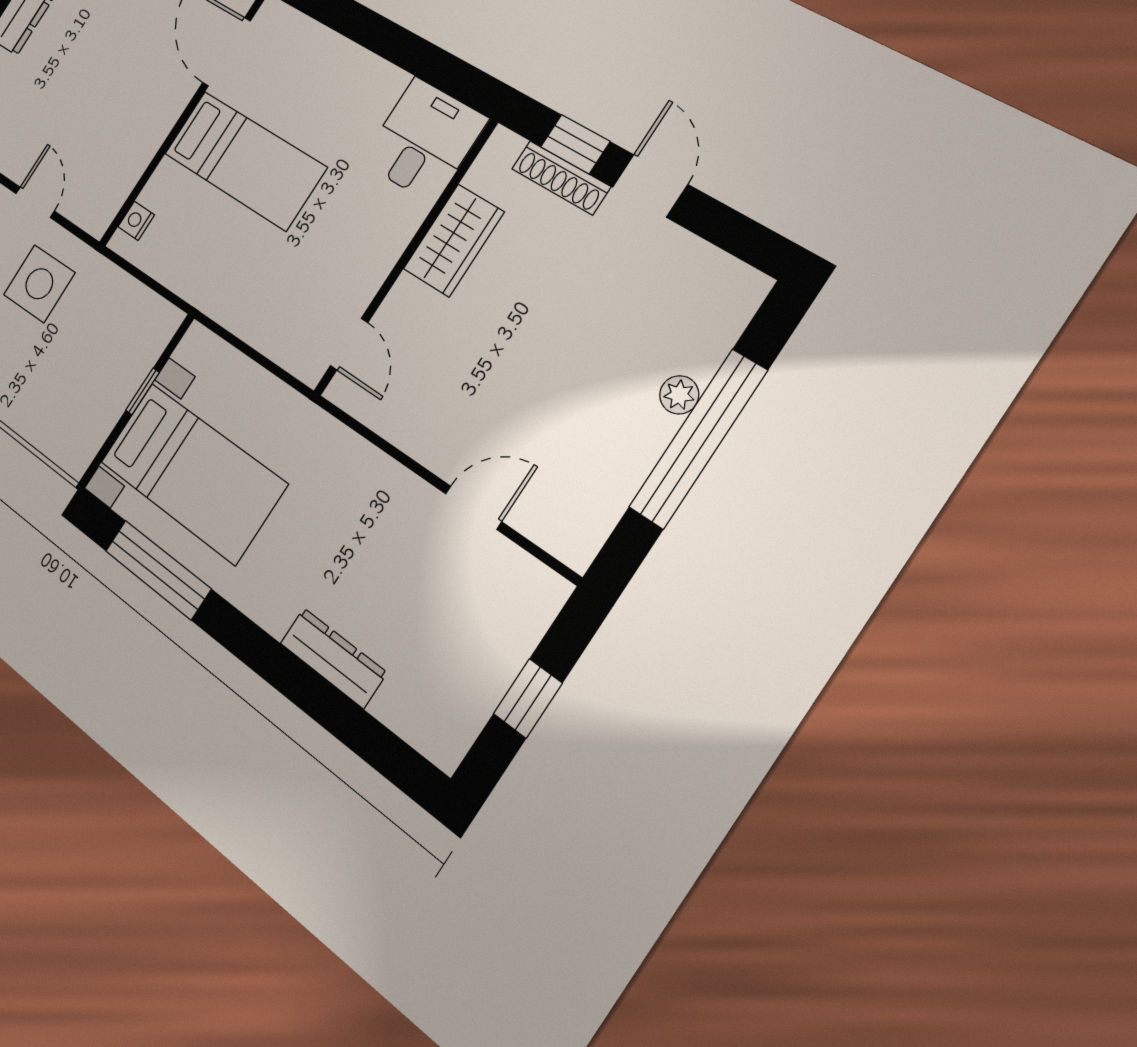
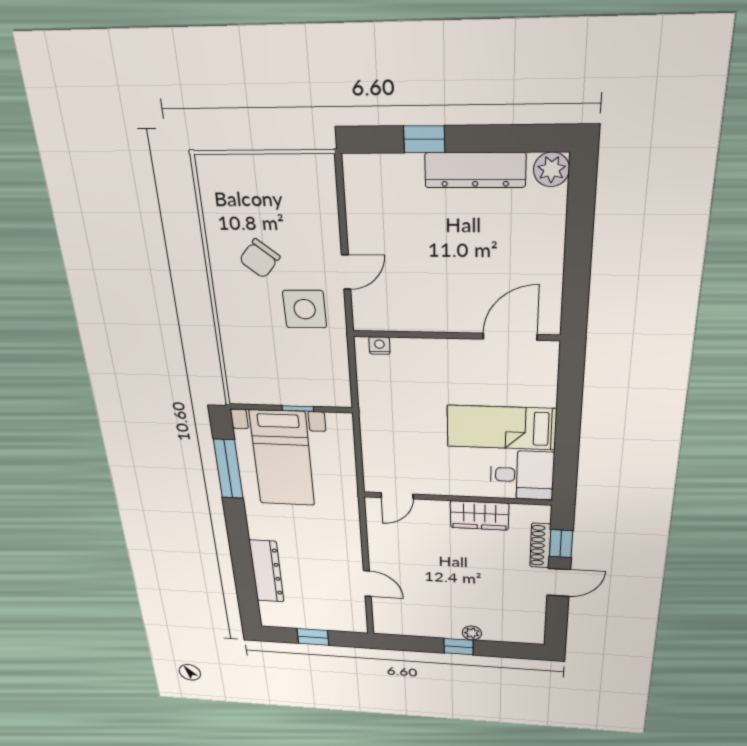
bed: (245, 160) -> (501, 428), moved, turned 90
window: (698, 439) -> (459, 647), width x0.32
dresser: (333, 658) -> (267, 571), width x1.37, depth x1.24

